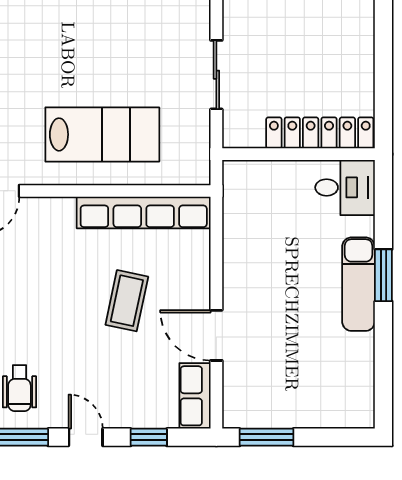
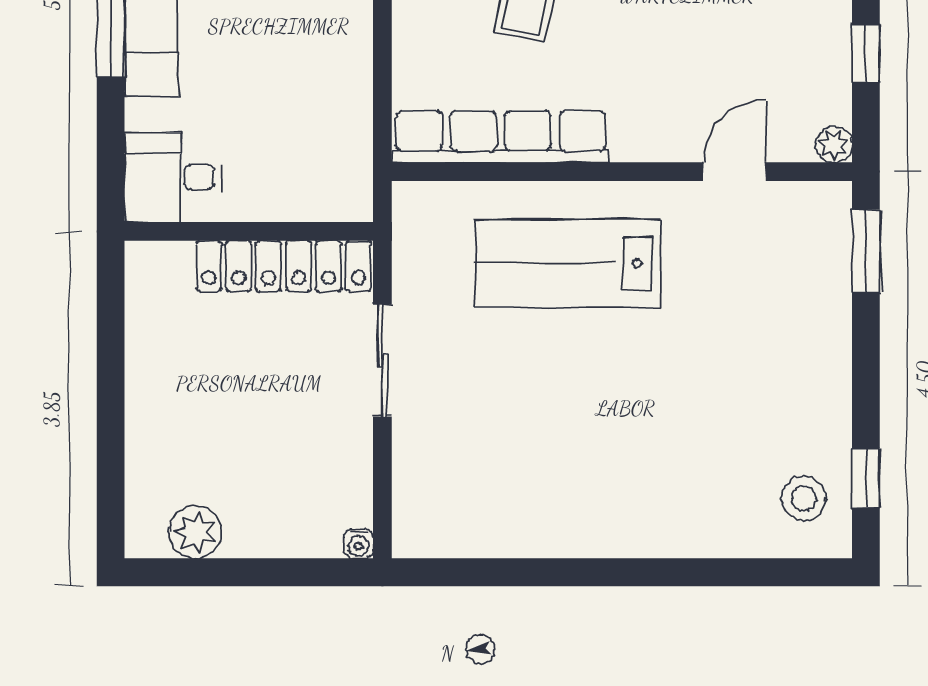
locker: (320, 133) -> (284, 266), moved

